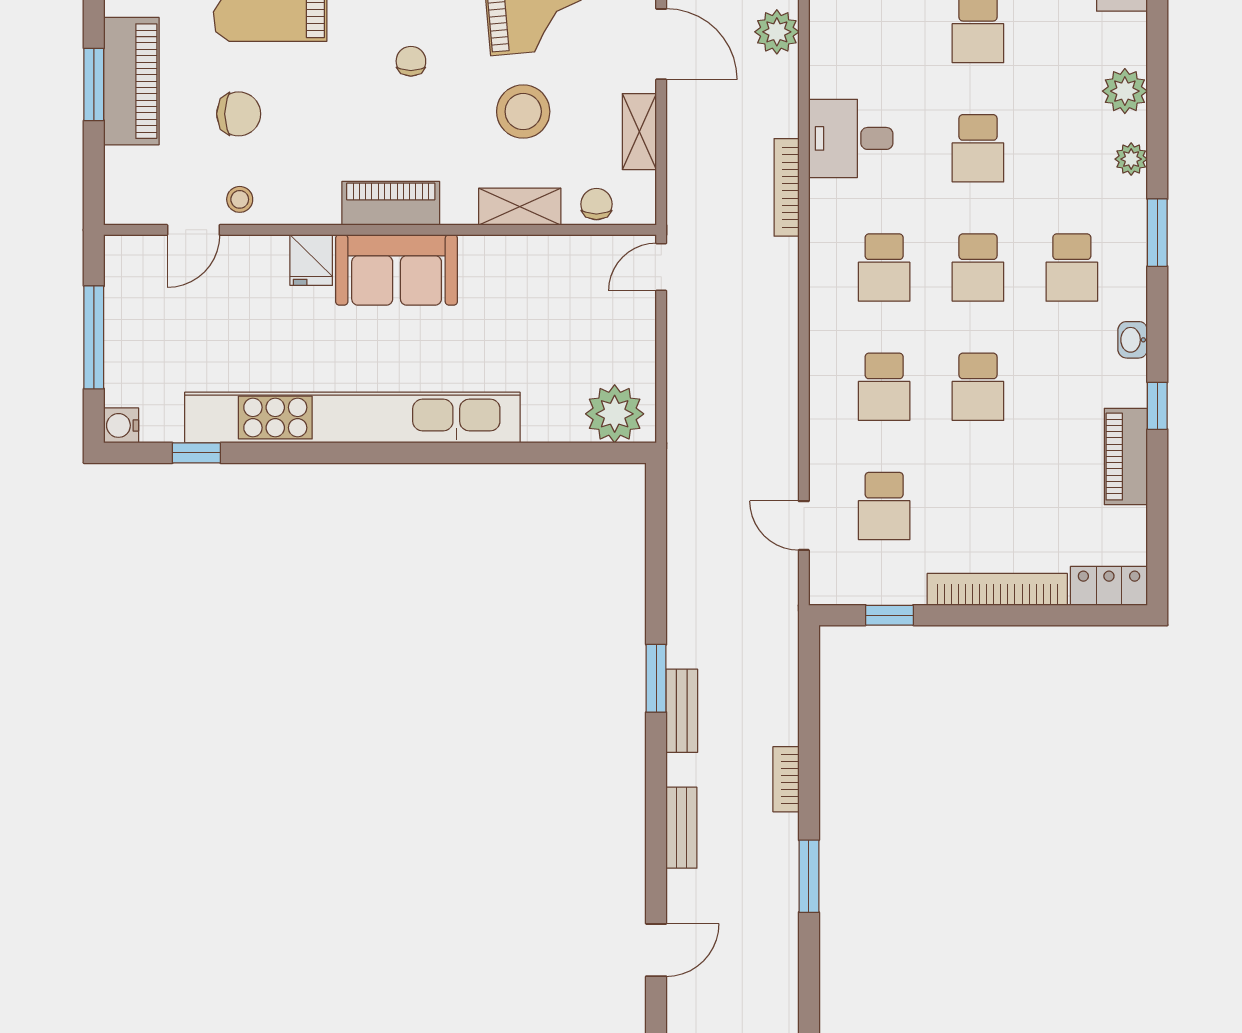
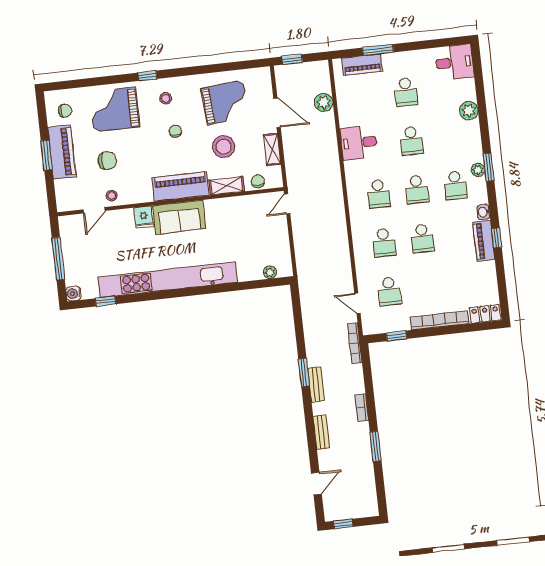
plant: (1131, 159) -> (478, 170), moved
bookcase: (787, 187) -> (355, 343), moved
piano: (391, 203) -> (181, 186), width x1.37, depth x1.33
plant: (615, 414) -> (270, 272), width x0.53, depth x0.53
piano: (1126, 457) -> (484, 241), moved

